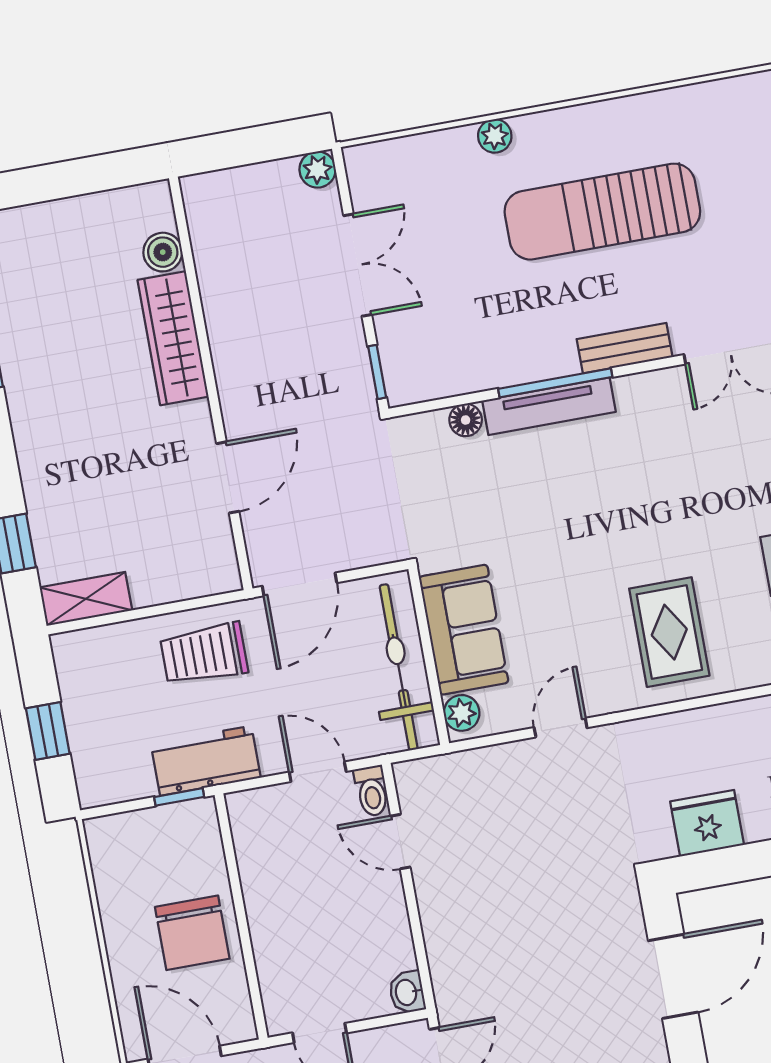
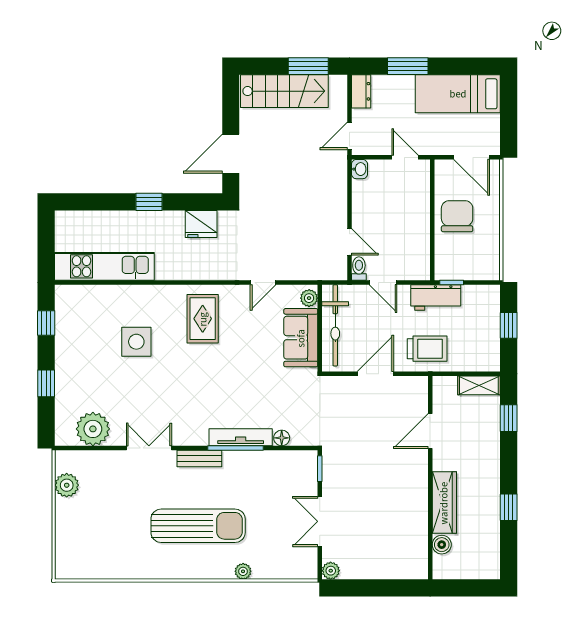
boiler: (163, 252) -> (442, 545), moved
wardrobe: (173, 338) -> (444, 503), moved
wall: (211, 383) -> (430, 478), moved
door: (228, 477) -> (430, 431), moved

